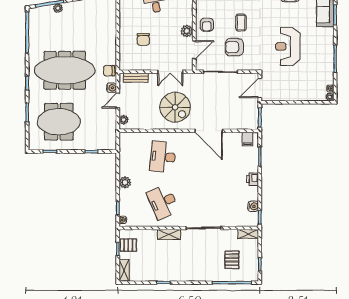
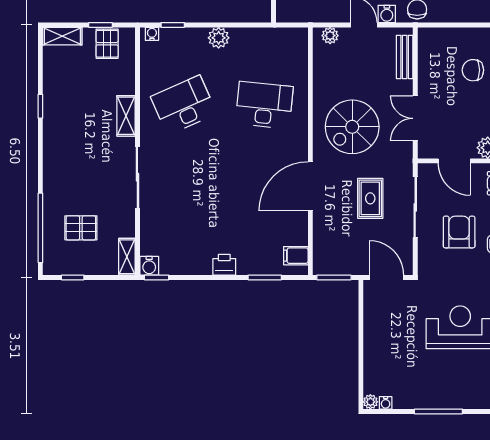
rug: (215, 97) -> (370, 198), added
water cooler: (253, 206) -> (149, 266), moved

